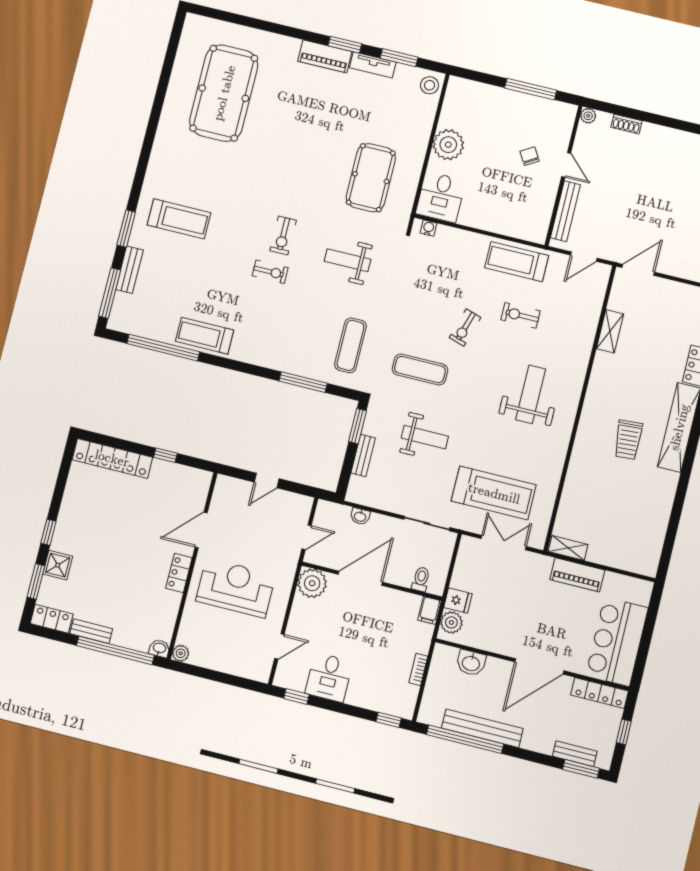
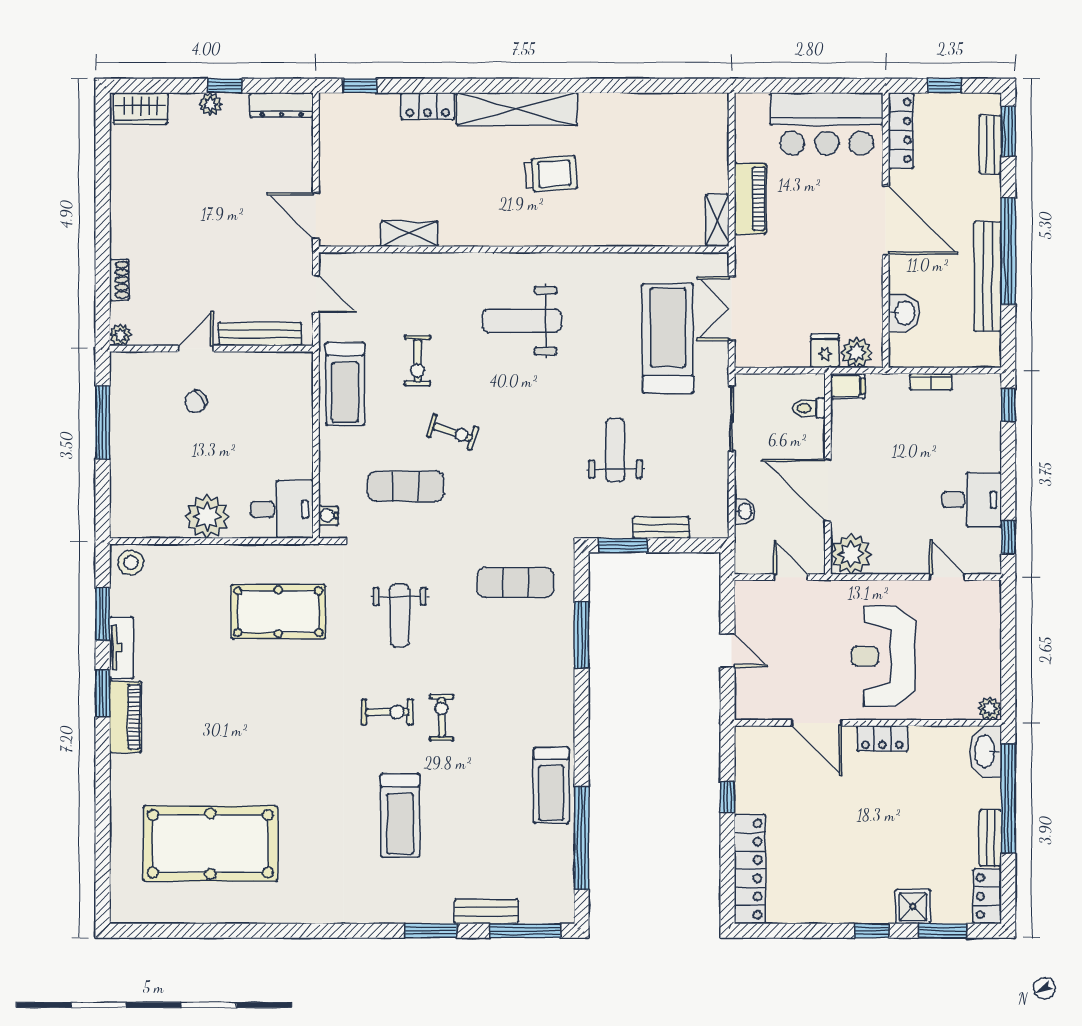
treadmill: (179, 219) -> (400, 815), moved, turned 180
exercise mat: (420, 370) -> (406, 486), moved, turned 90
washbasin: (159, 648) -> (986, 751), width x1.91, depth x1.45
window: (465, 739) -> (1008, 251), moved

